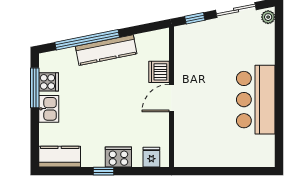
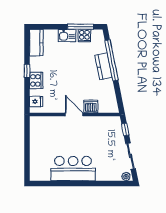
kitchen counter: (106, 50) -> (104, 66), width x0.67

